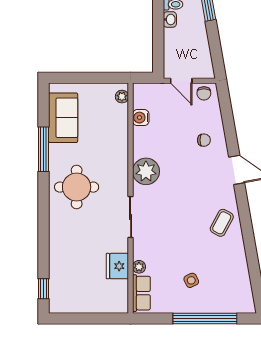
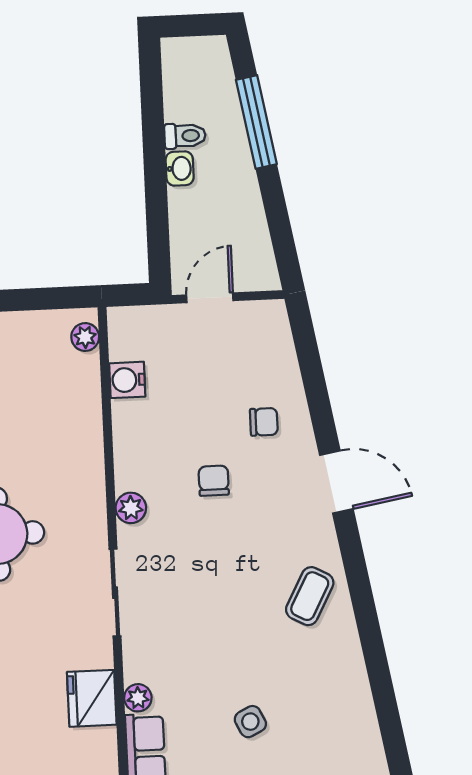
door: (181, 81) -> (210, 298), swing flipped
chair: (204, 93) -> (214, 481), moved, turned 180
plant: (146, 171) -> (131, 508), width x0.53, depth x0.53

